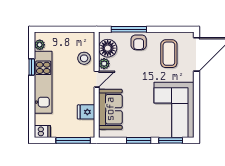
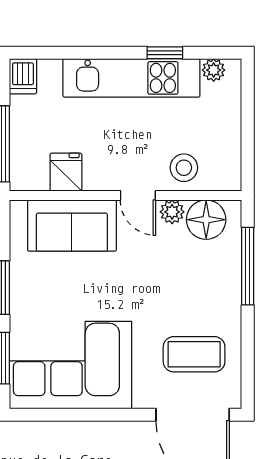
armchair: (139, 42) -> (219, 288), removed

